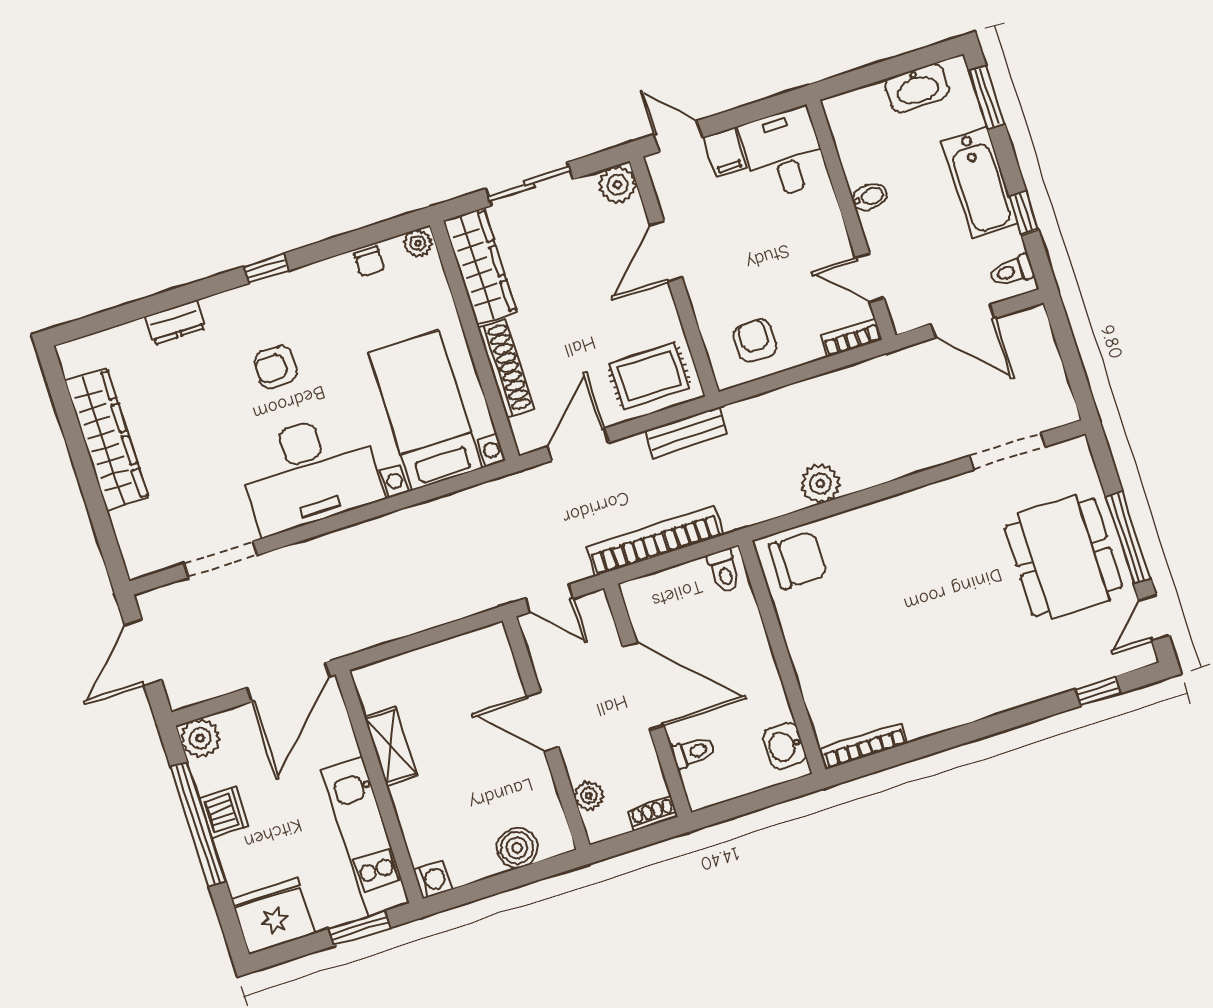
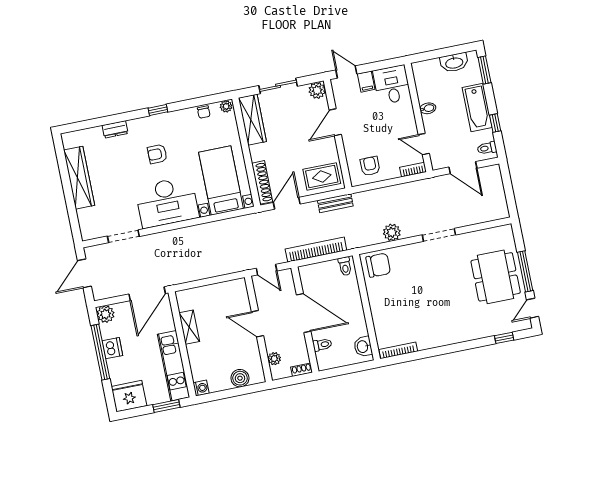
shoe rack: (506, 368) -> (262, 182), moved
doorway: (1007, 451) -> (439, 235), moved

